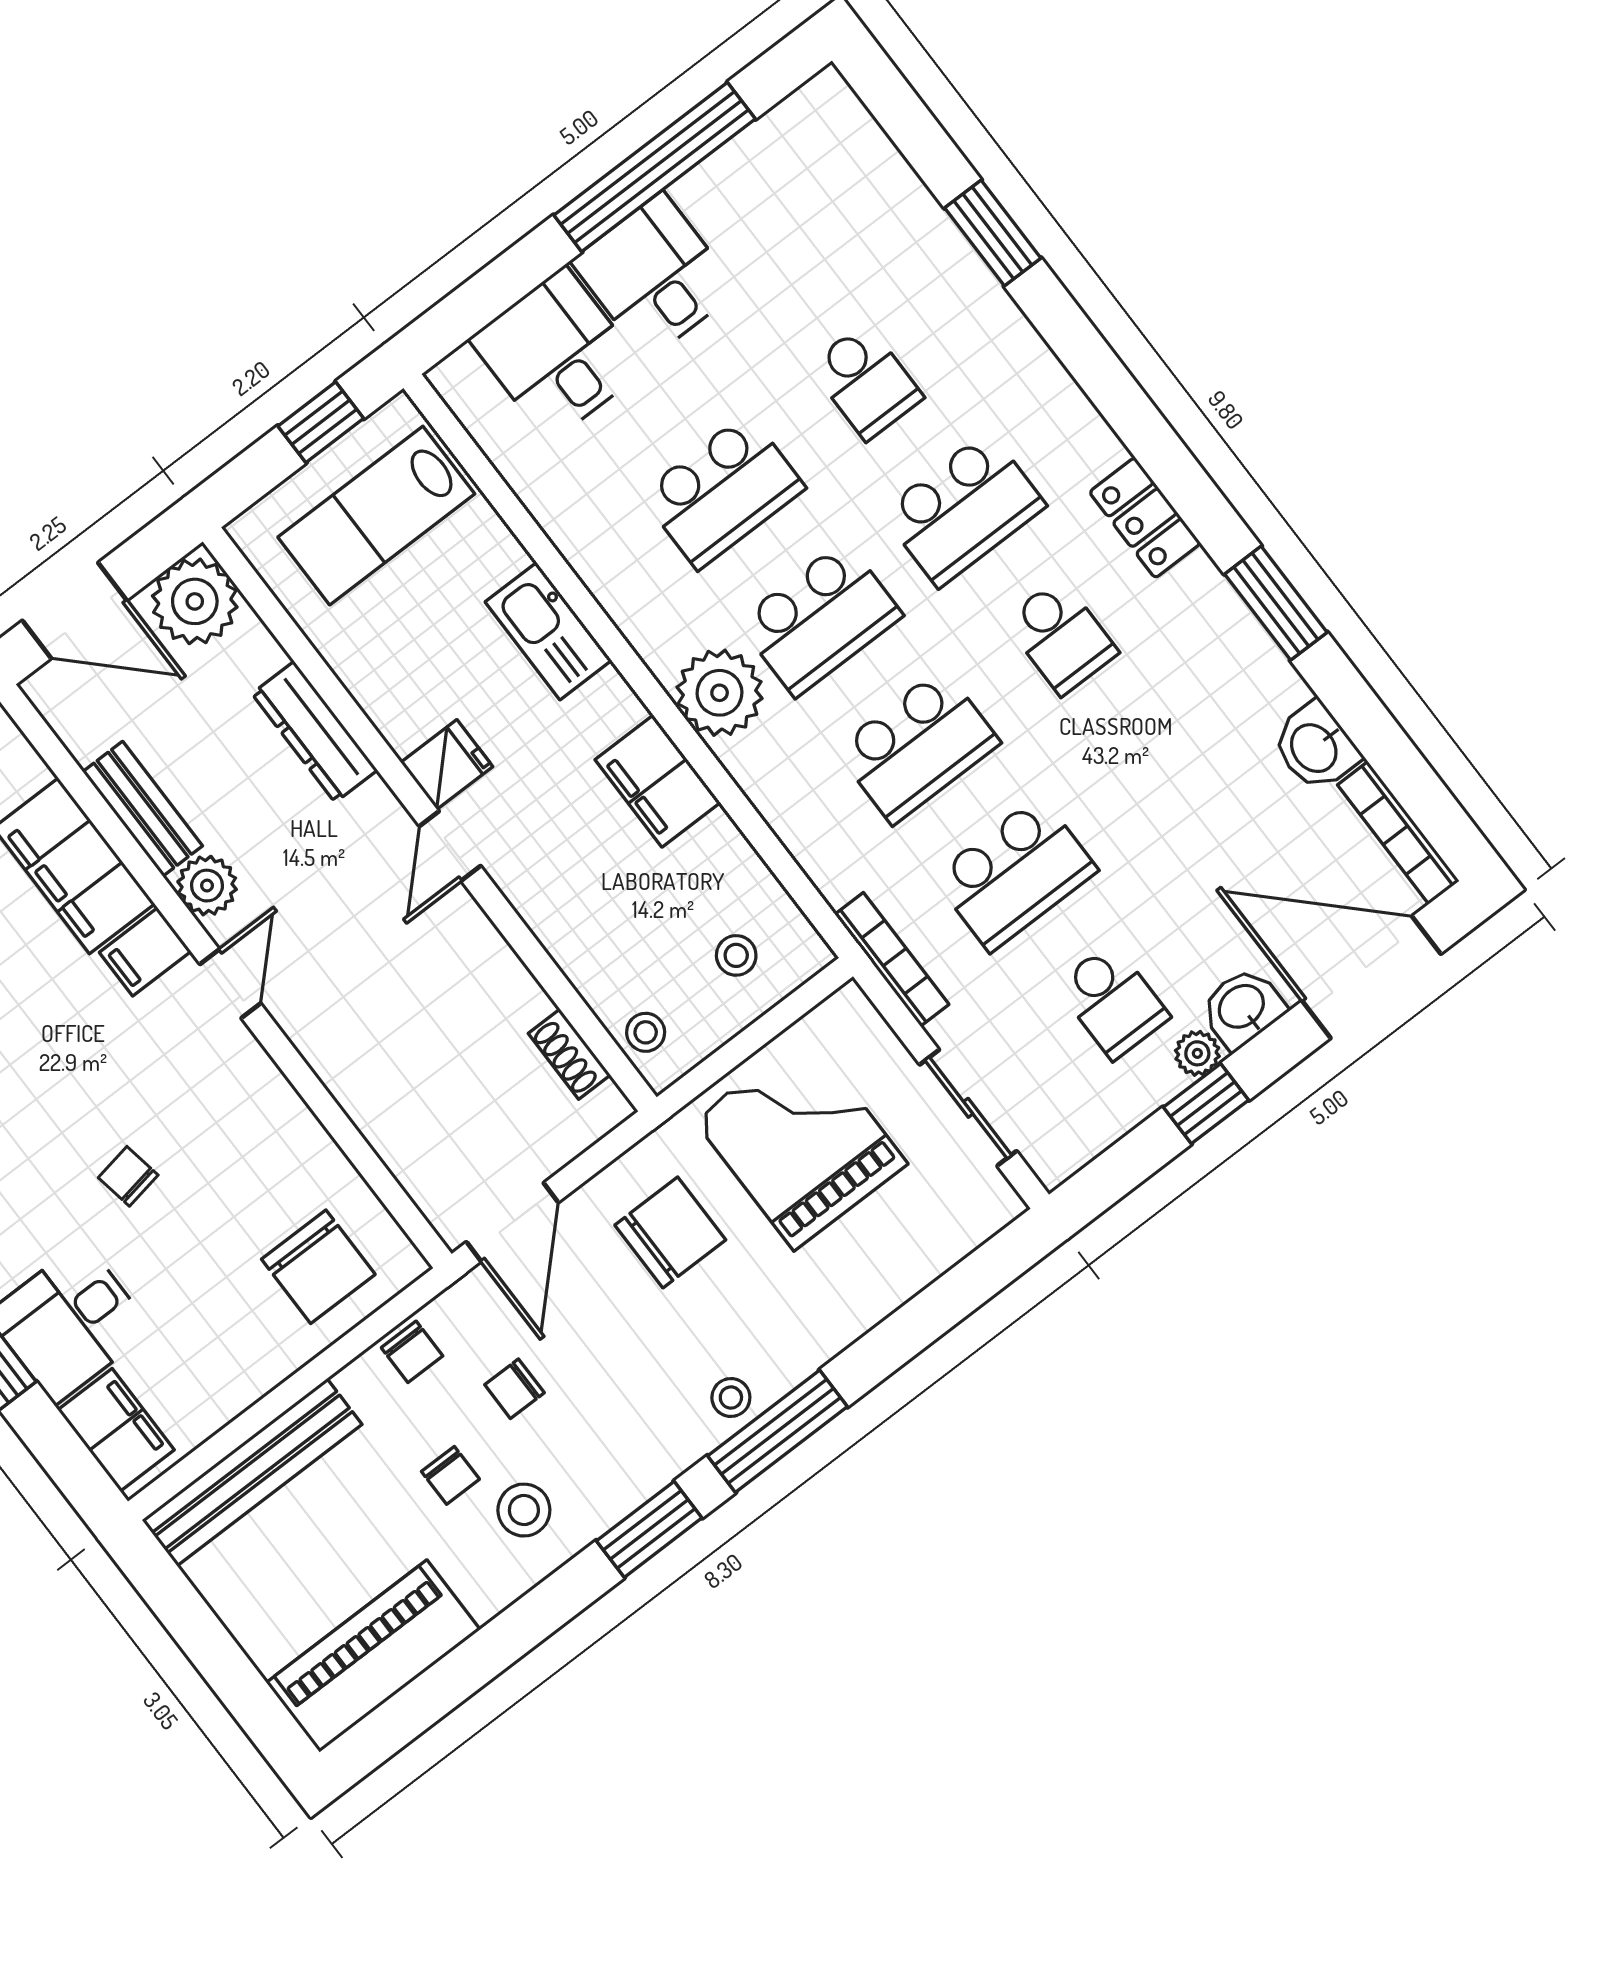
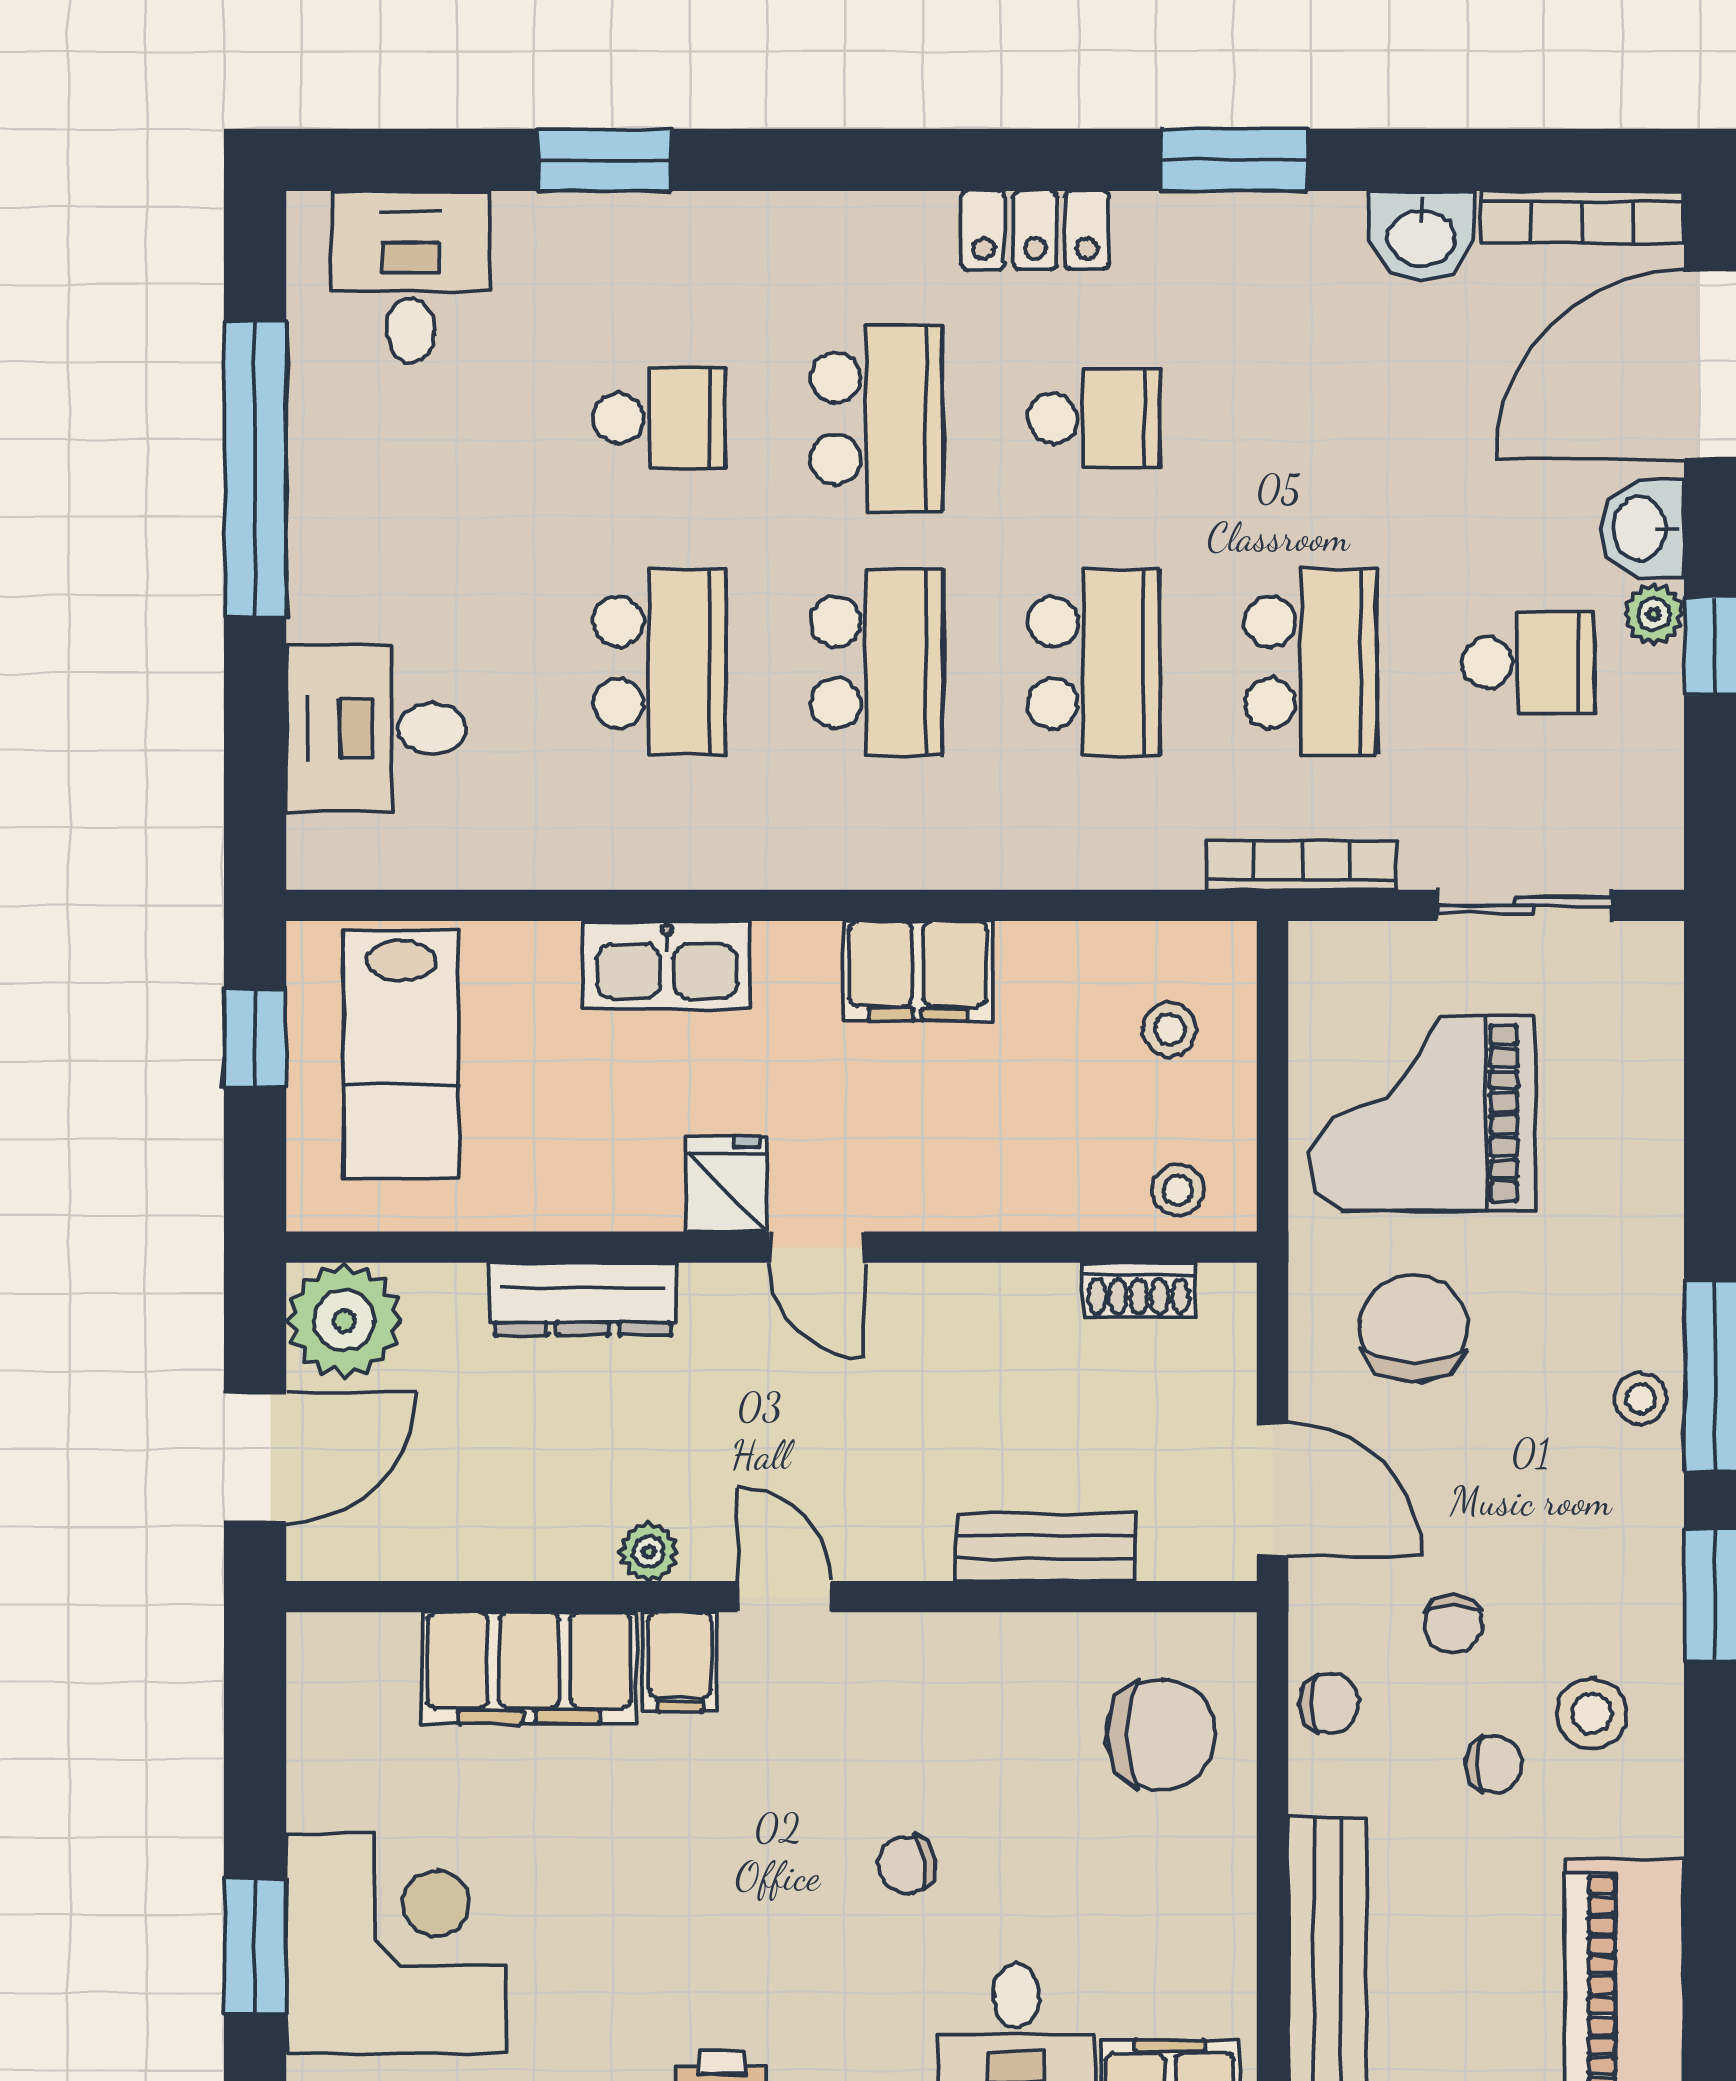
desk: (655, 276) -> (411, 277), moved, turned 90
plant: (720, 693) -> (874, 832), removed
bench: (143, 809) -> (1046, 1547), moved
plant: (207, 886) -> (649, 1552), width x0.73, depth x0.73

